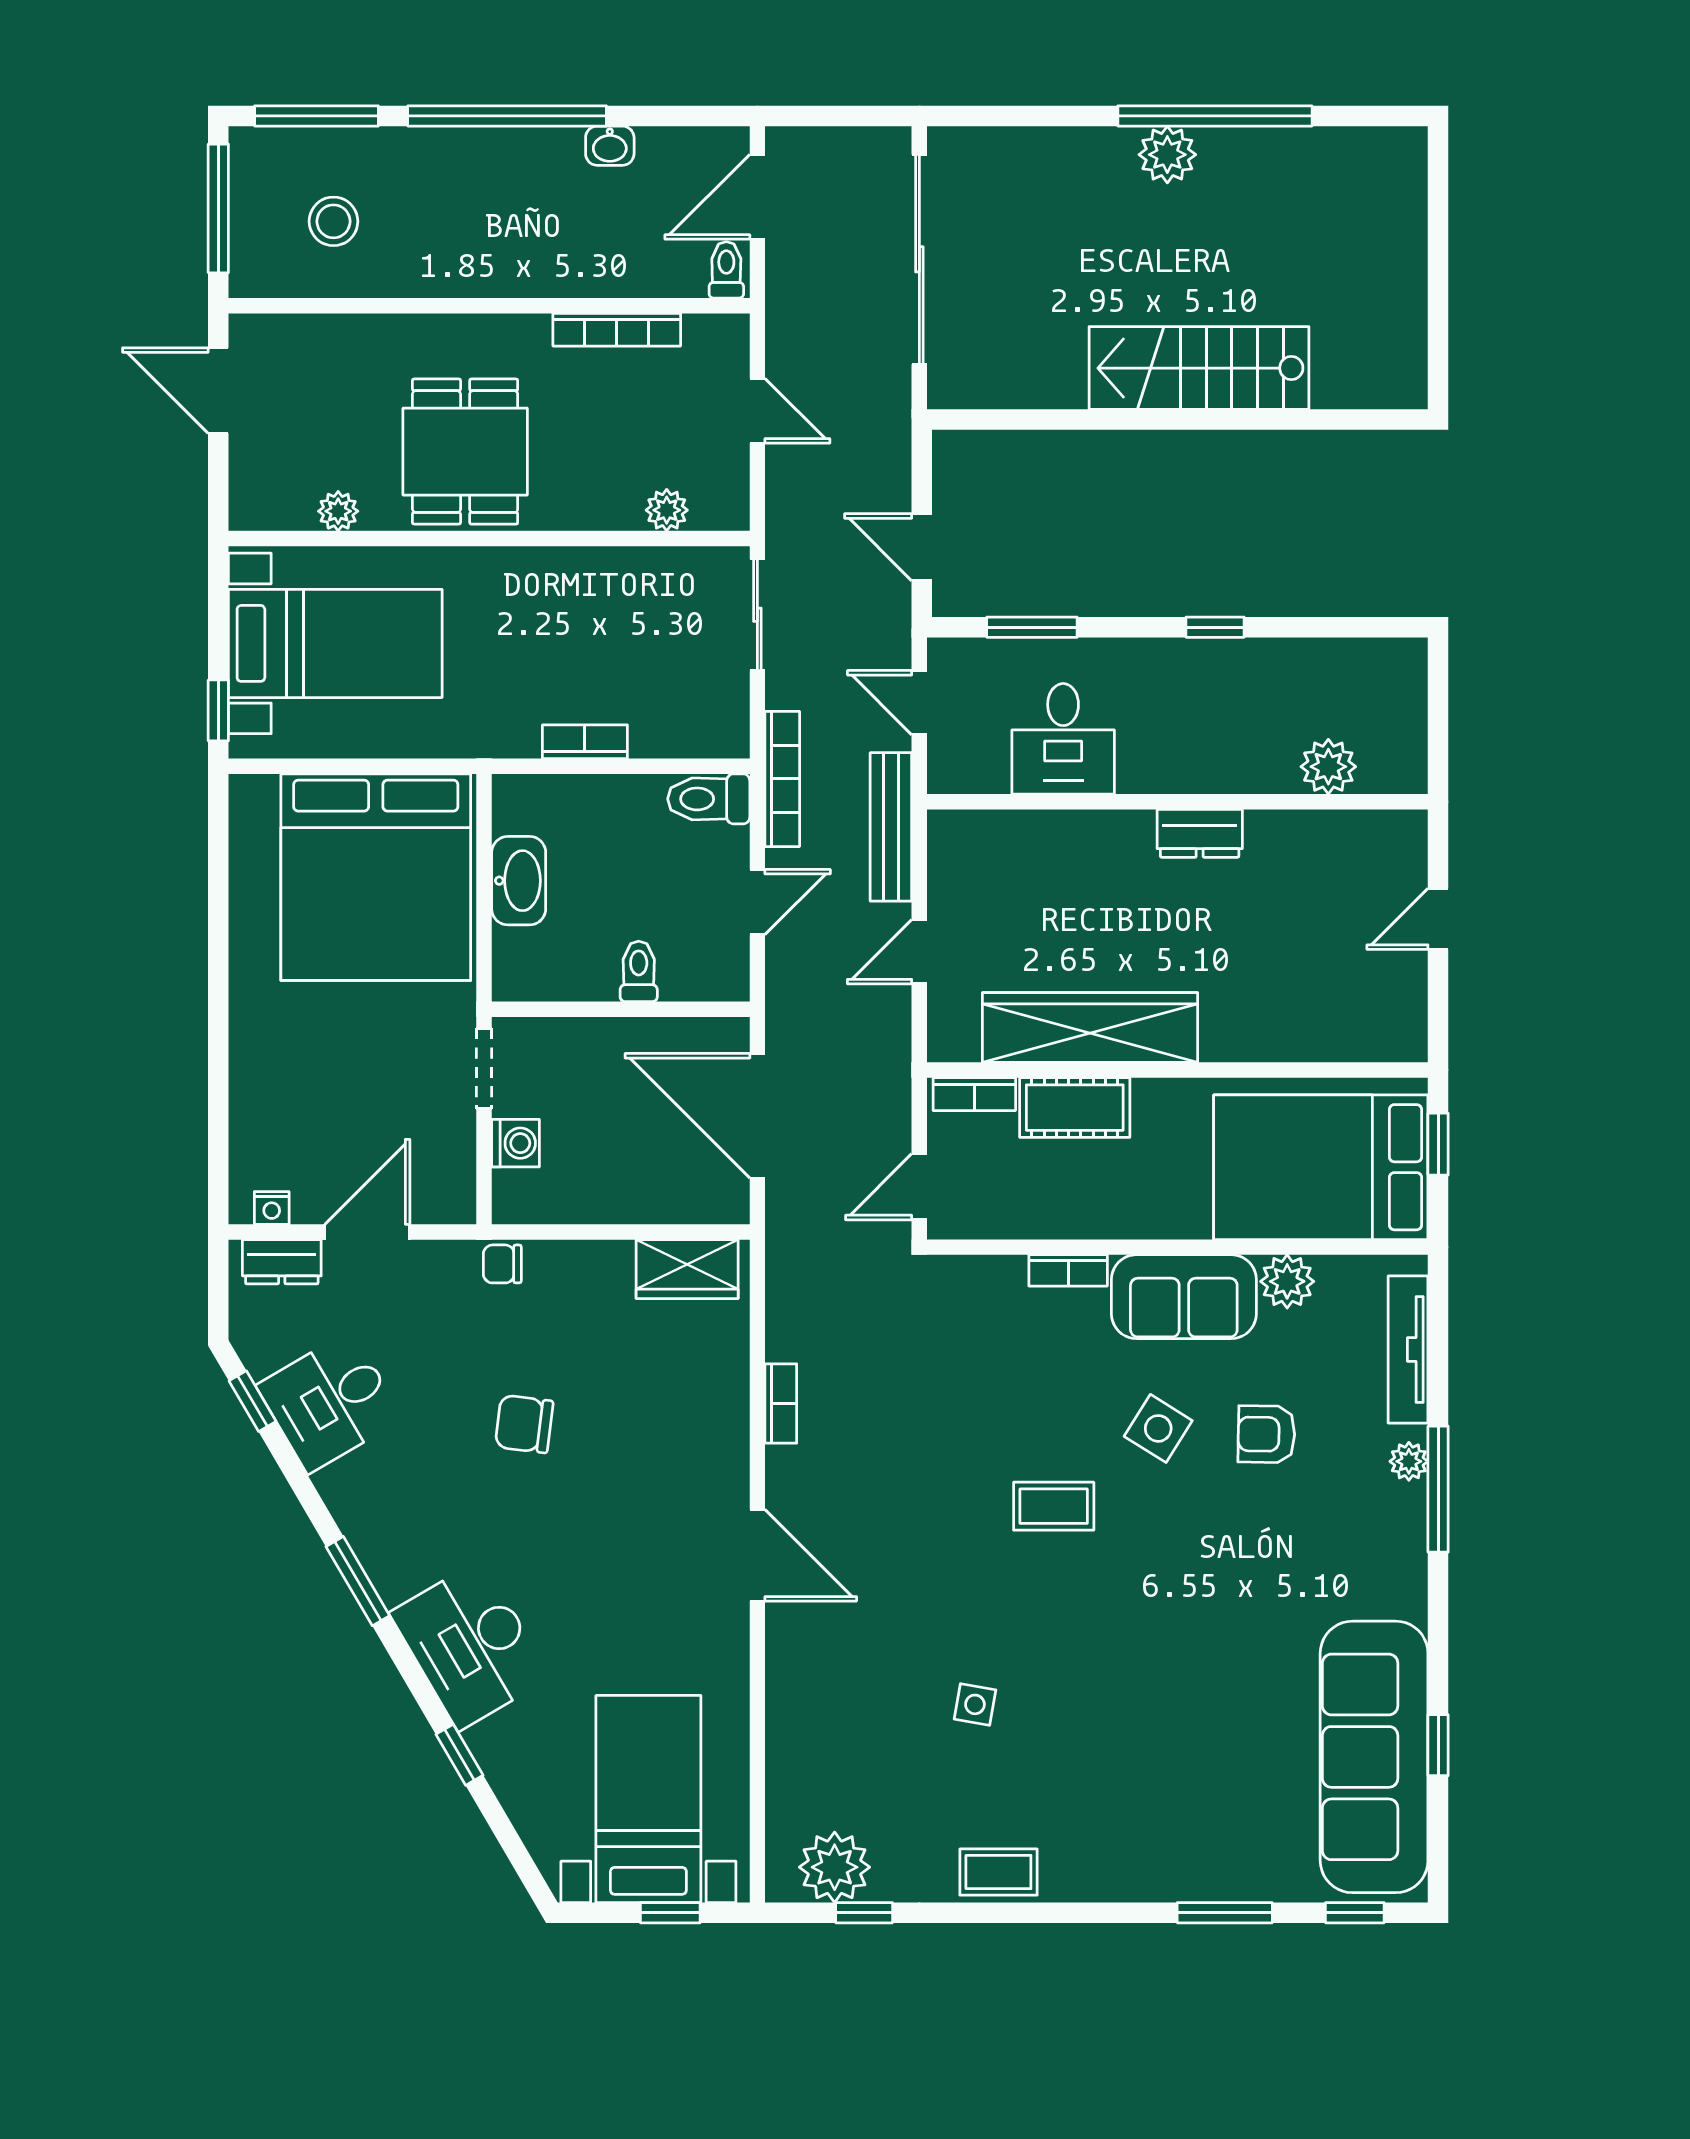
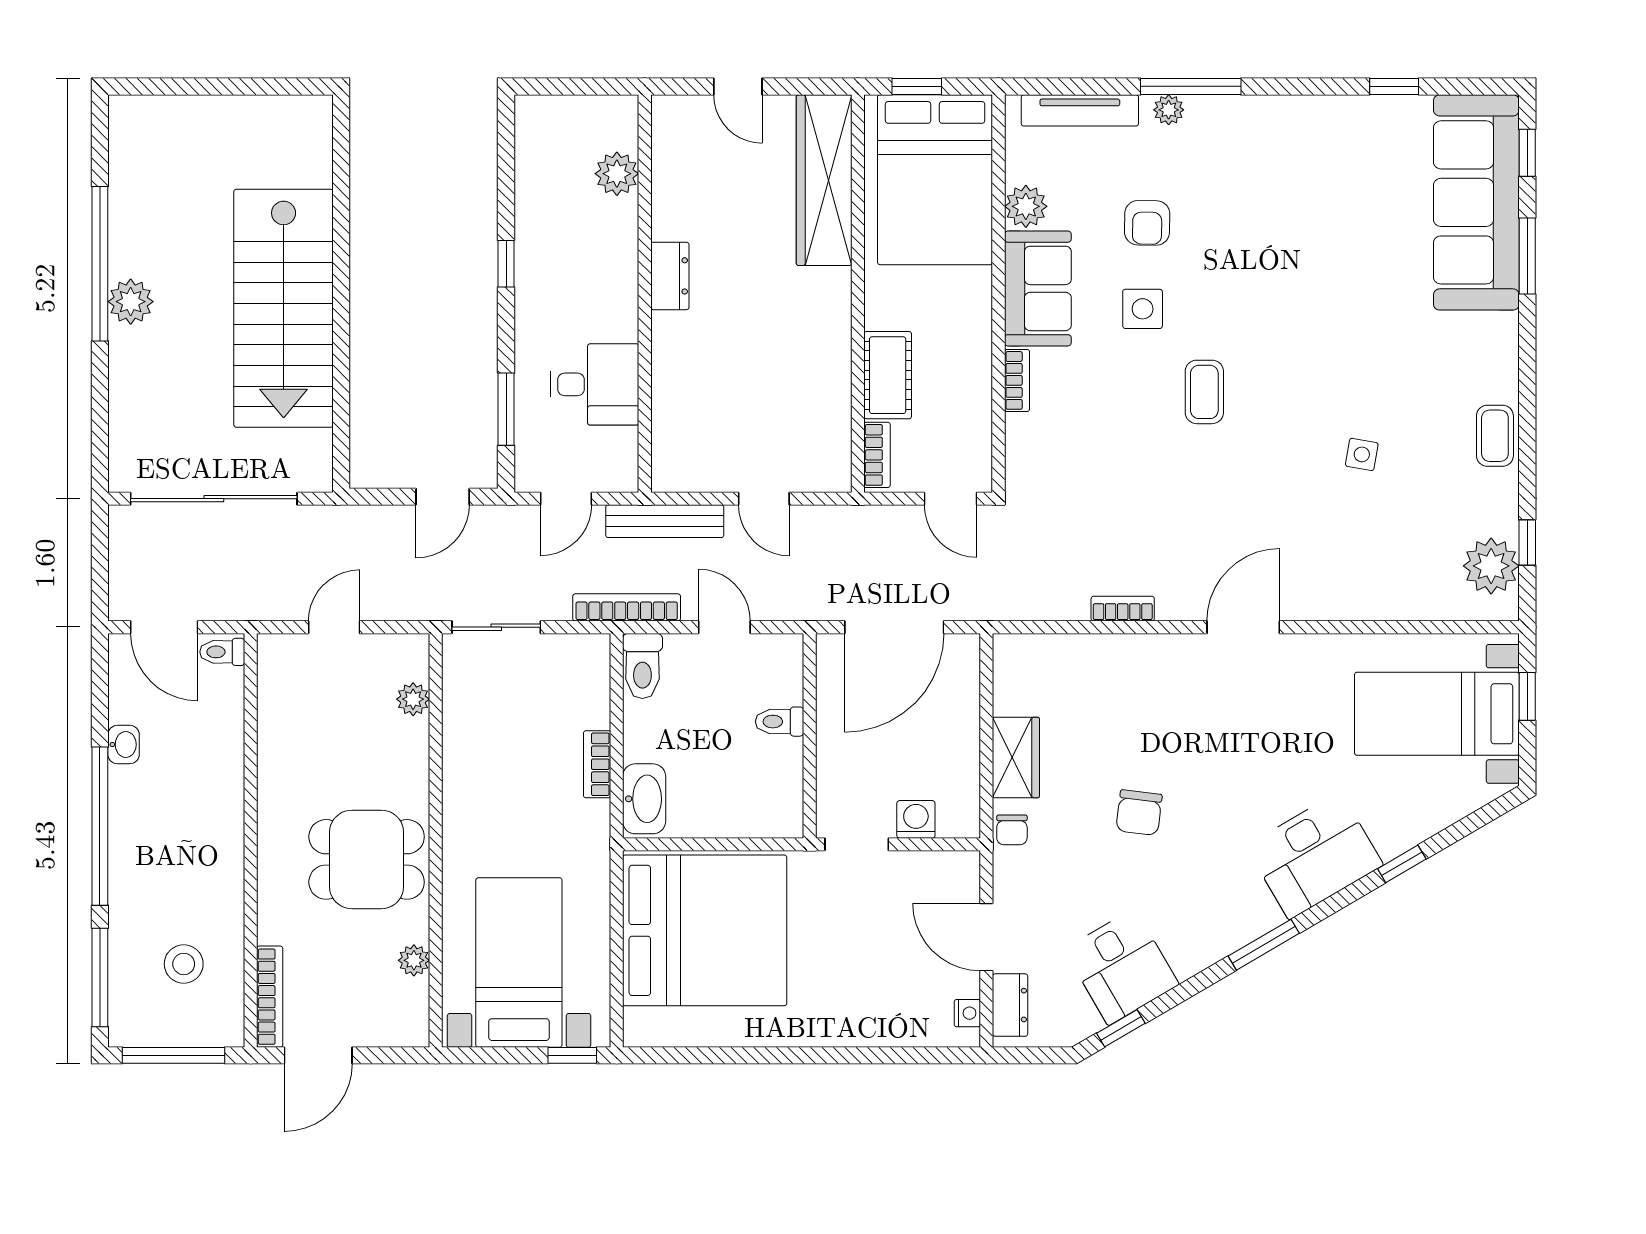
bookcase: (617, 330) -> (270, 997), moved
stairs: (1199, 368) -> (284, 308), width x1.36, depth x1.51
washbasin: (519, 881) -> (644, 799), moved, turned 90
wardrobe: (1090, 1028) -> (824, 180), moved
wardrobe: (687, 1269) -> (1016, 758), moved
side table: (1158, 1428) -> (1143, 309), turned -32
sofa: (1374, 1757) -> (1476, 202), moved, turned 90

